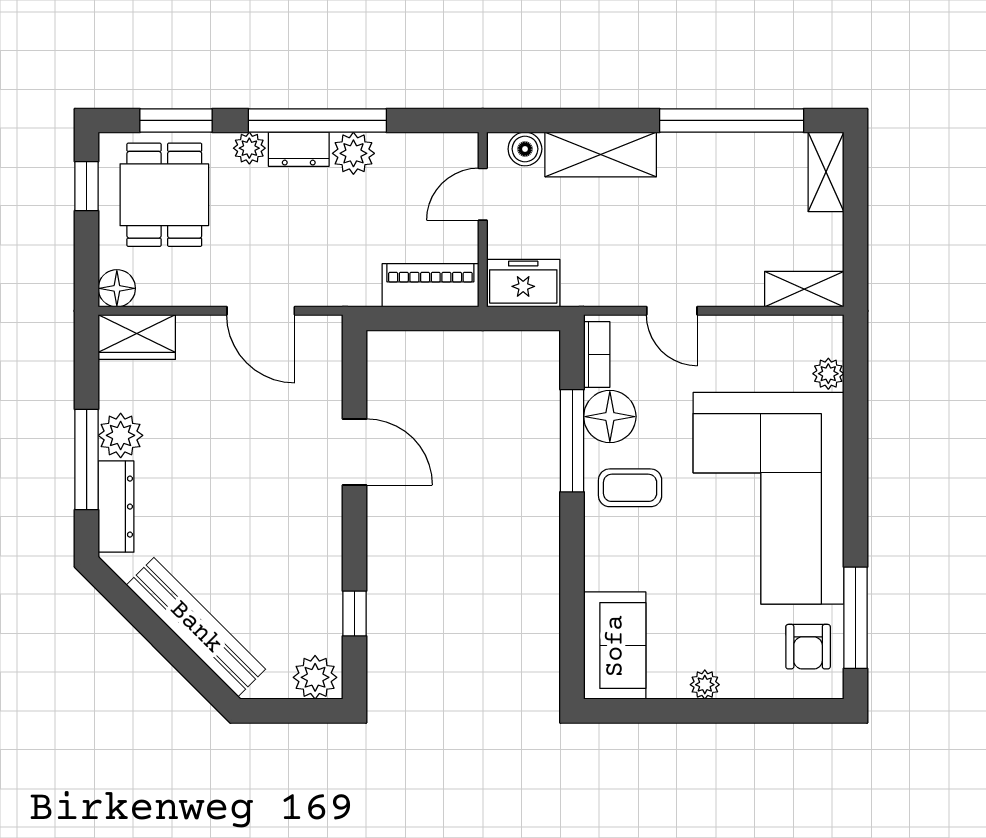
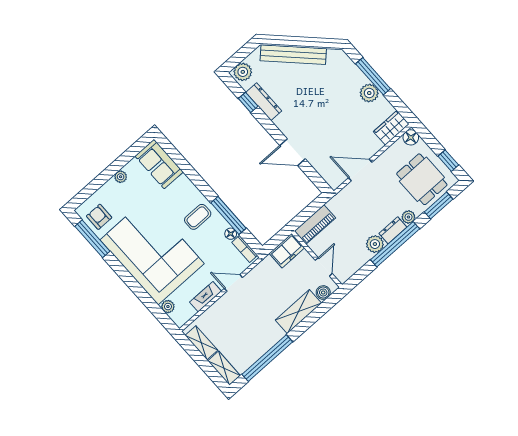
shelving: (804, 289) -> (201, 343), moved, turned 90
fireplace: (744, 331) -> (206, 297), added
floor lamp: (610, 417) -> (231, 234), width x0.53, depth x0.53
dresser: (116, 507) -> (264, 102), moved, turned 180

